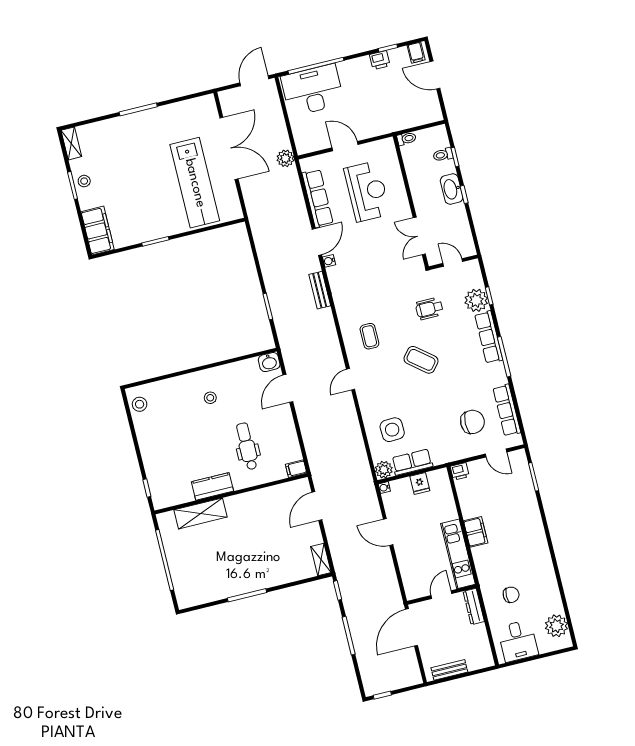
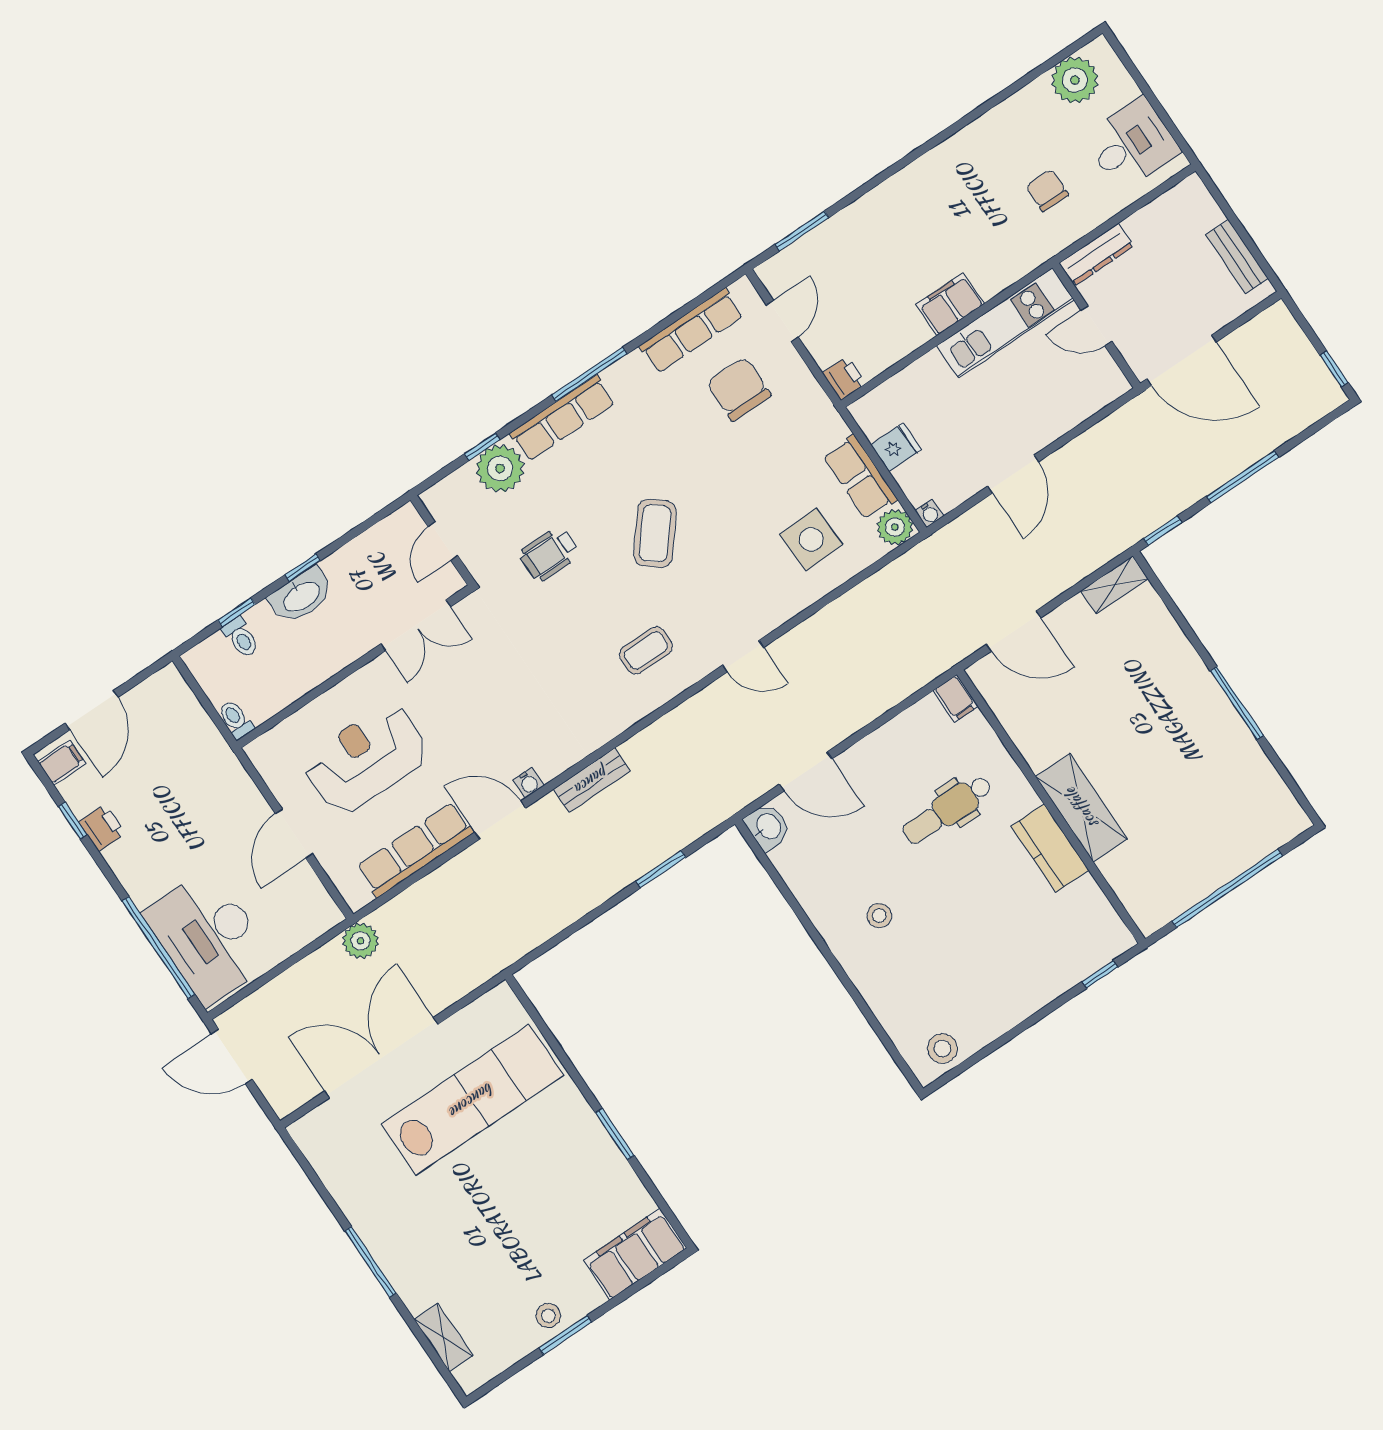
shelving: (71, 143) -> (443, 1338), moved, turned 90
wheelchair: (429, 309) -> (549, 554), turned 90
shelving: (200, 513) -> (1081, 808), moved

